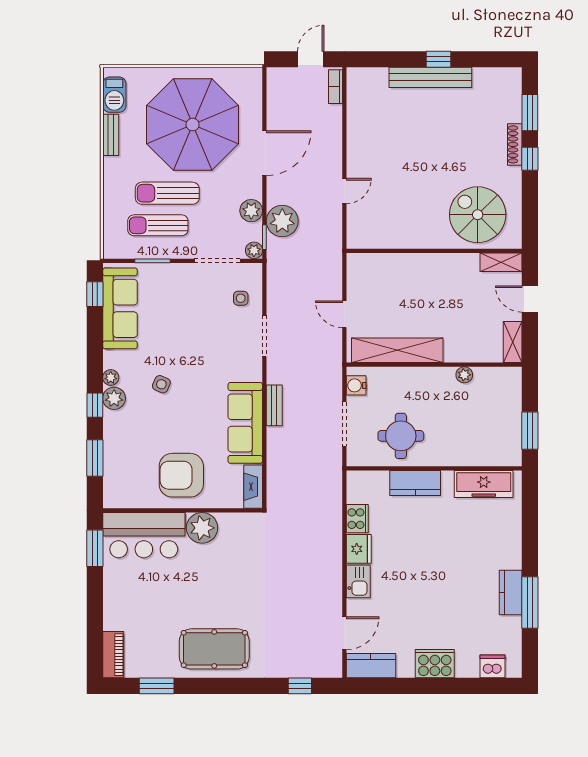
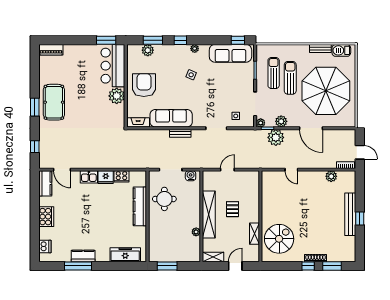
plant: (357, 114) -> (331, 176), added
shelving: (501, 262) -> (254, 234), moved
pallet: (420, 305) -> (232, 209), added
shelving: (397, 350) -> (209, 214), moved
plant: (114, 398) -> (148, 50), moved
kitchen counter: (415, 483) -> (140, 206), width x1.50
freezer: (484, 484) -> (125, 255), moved, turned 90
window: (157, 686) -> (35, 107), moved

